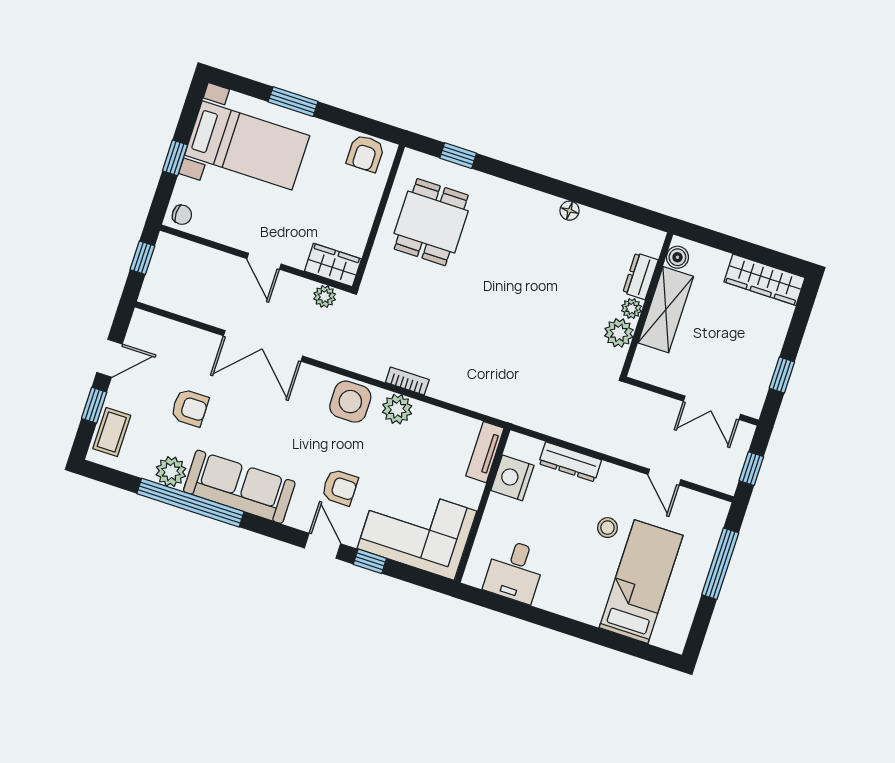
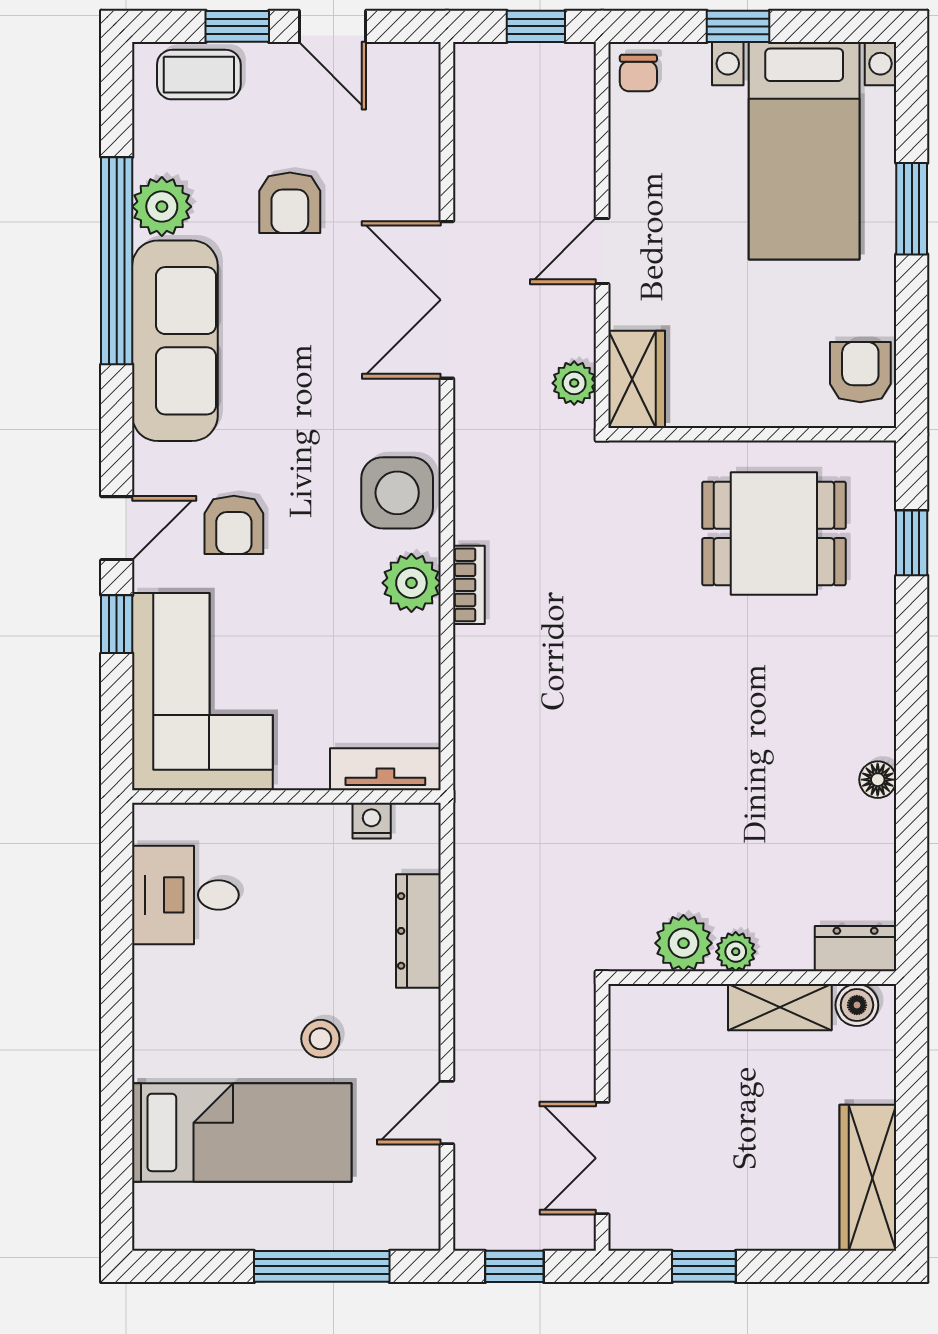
armchair: (365, 153) -> (860, 372), turned 90
dresser: (640, 276) -> (856, 949), moved
shelving: (666, 310) -> (780, 1007), width x0.67, depth x0.75
nightstand: (512, 478) -> (372, 821), width x0.53, depth x0.56

